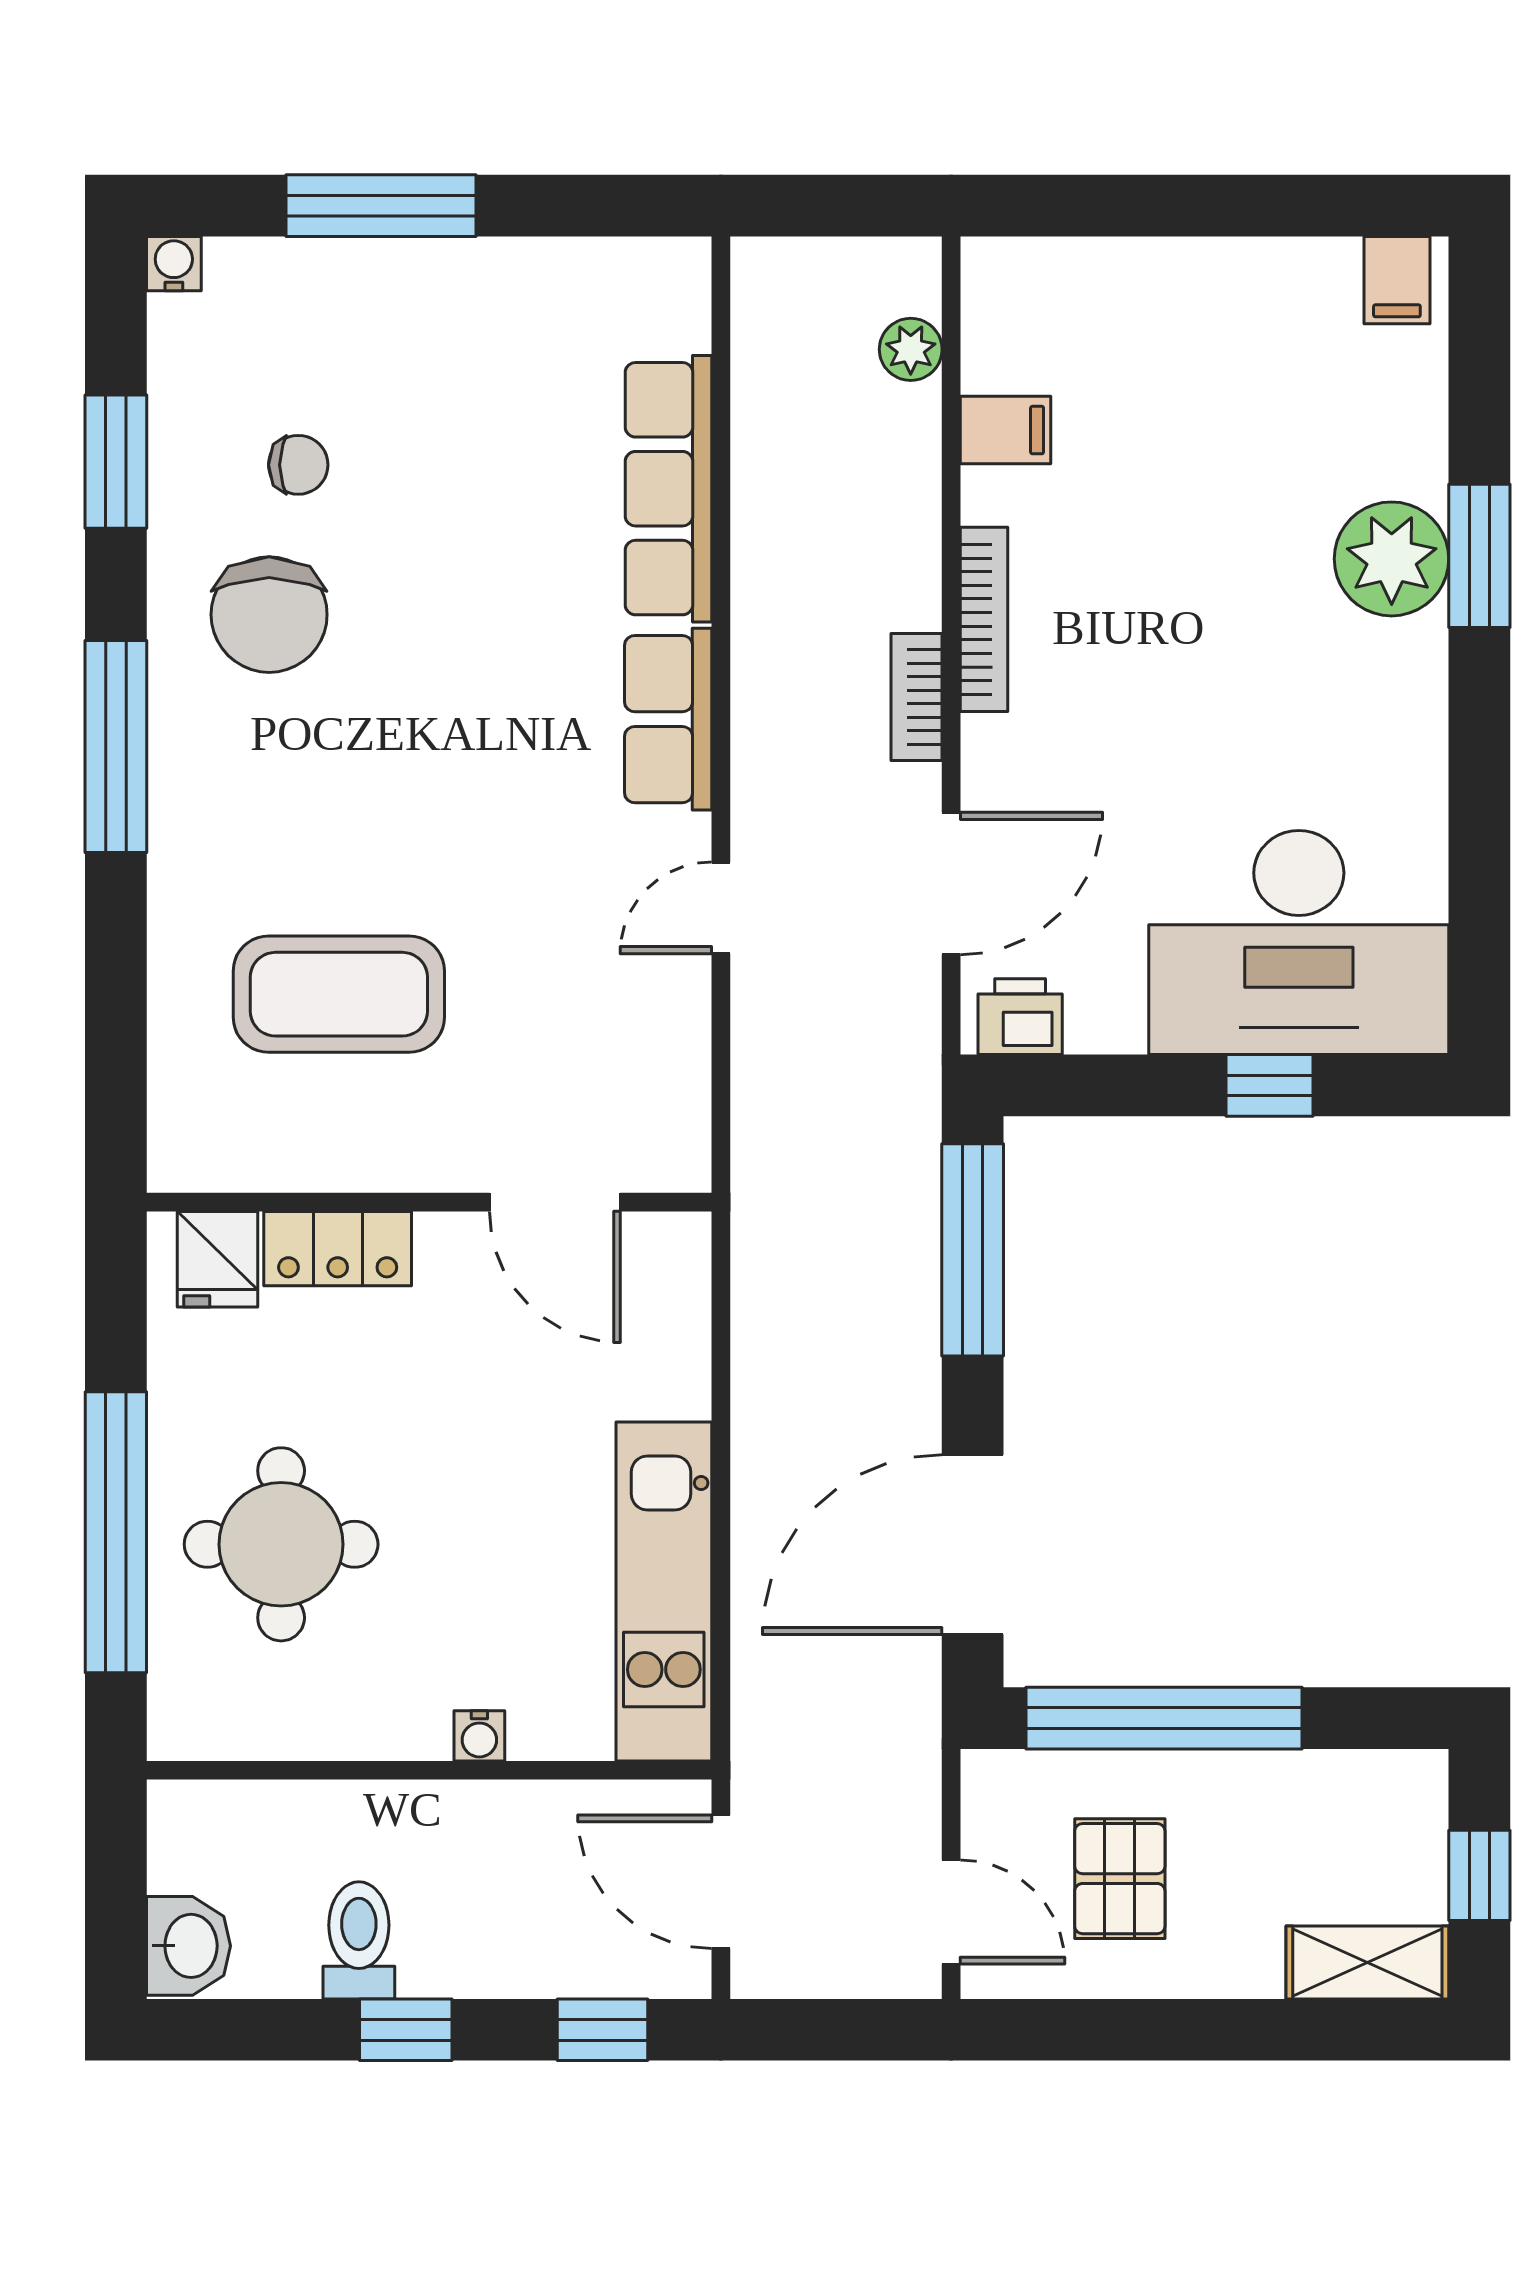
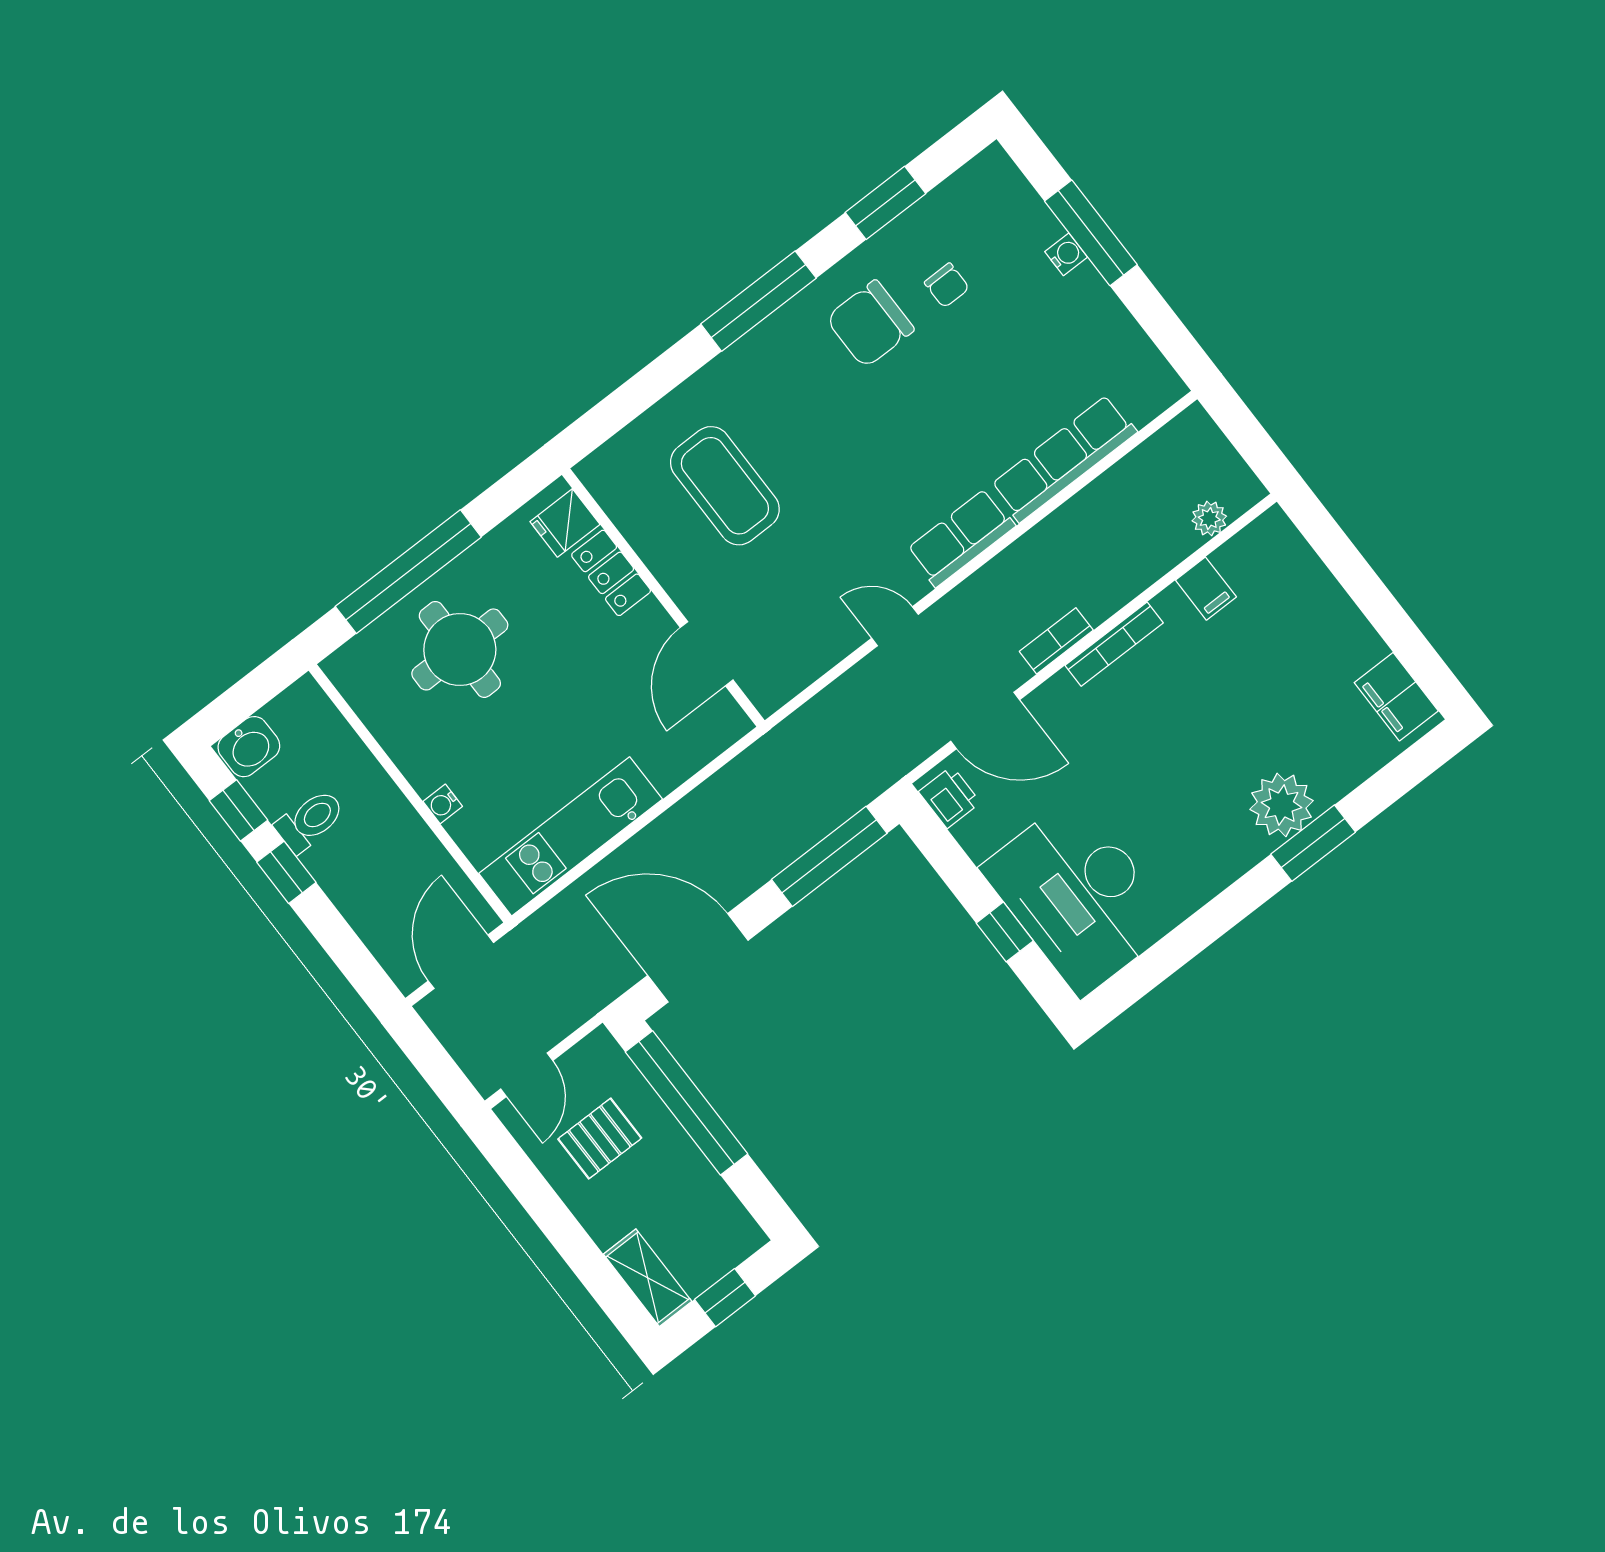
water cooler: (174, 264) -> (1066, 254), moved
filing cabinet: (1397, 280) -> (1396, 697), width x2.00
window: (602, 2030) -> (239, 810), moved

